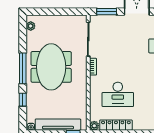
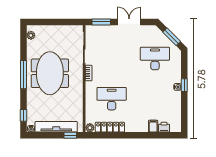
desk: (118, 94) -> (112, 99), turned 180
window: (23, 100) -> (23, 115), moved

